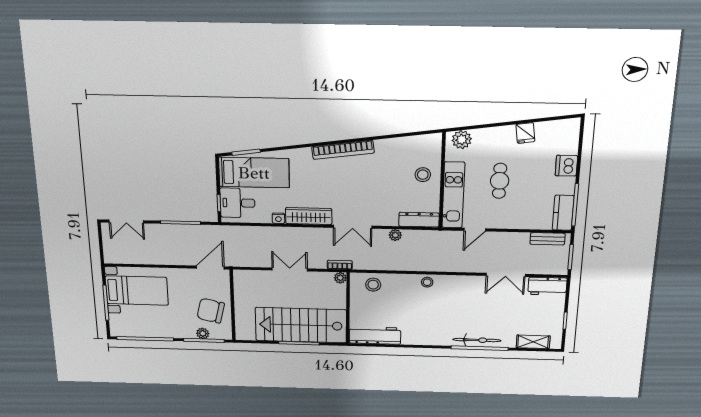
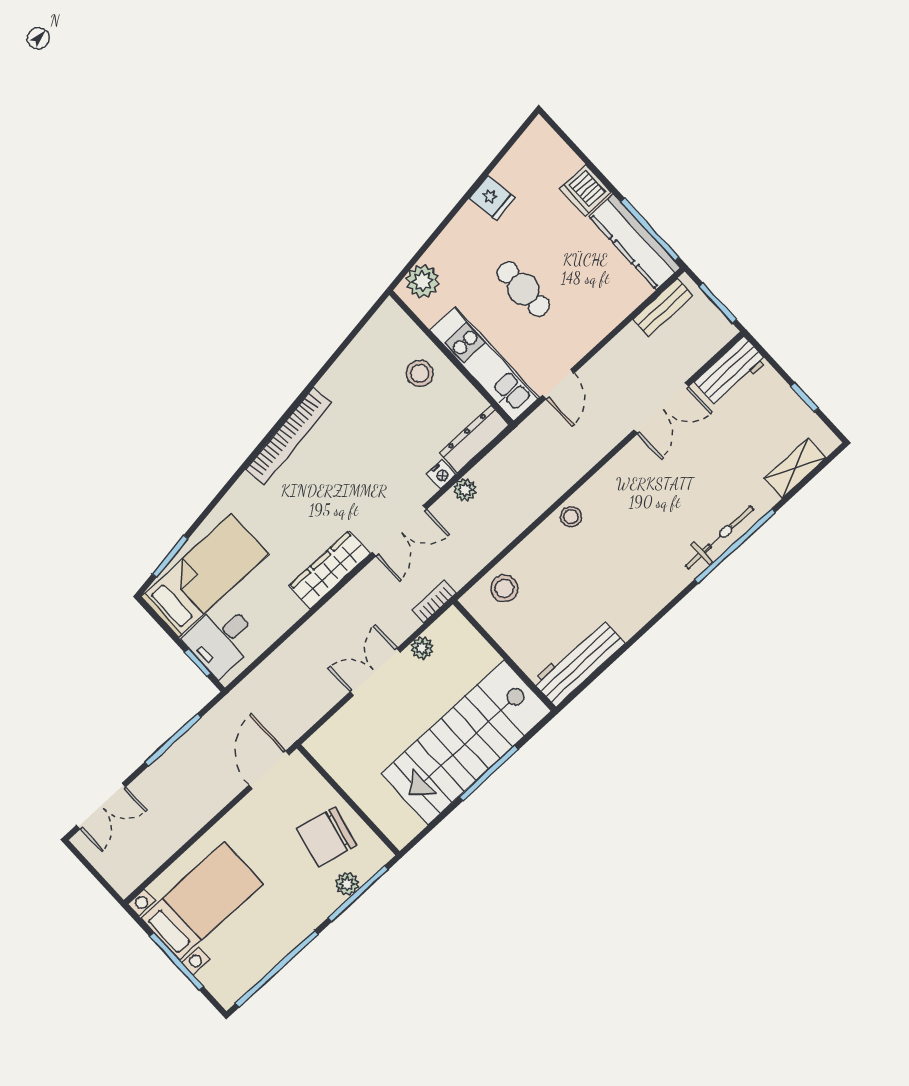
kitchen counter: (563, 213) -> (635, 242), width x1.50
nightstand: (278, 218) -> (441, 474), moved
plant: (340, 278) -> (422, 648), moved

